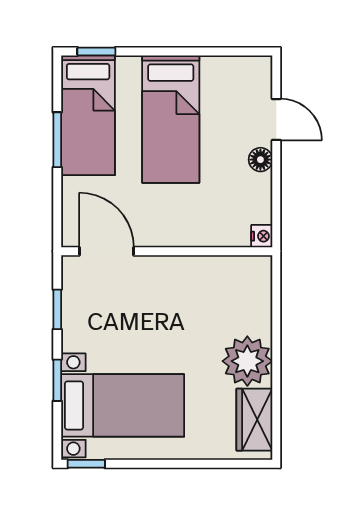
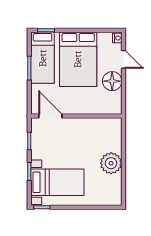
bed: (171, 119) -> (78, 59), width x1.50
floor lamp: (260, 160) -> (112, 81), width x1.89, depth x1.89
nightstand: (262, 236) -> (117, 38), moved
wardrobe: (254, 420) -> (114, 188), removed

